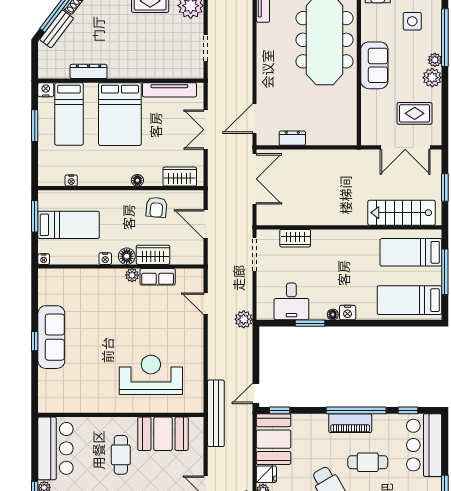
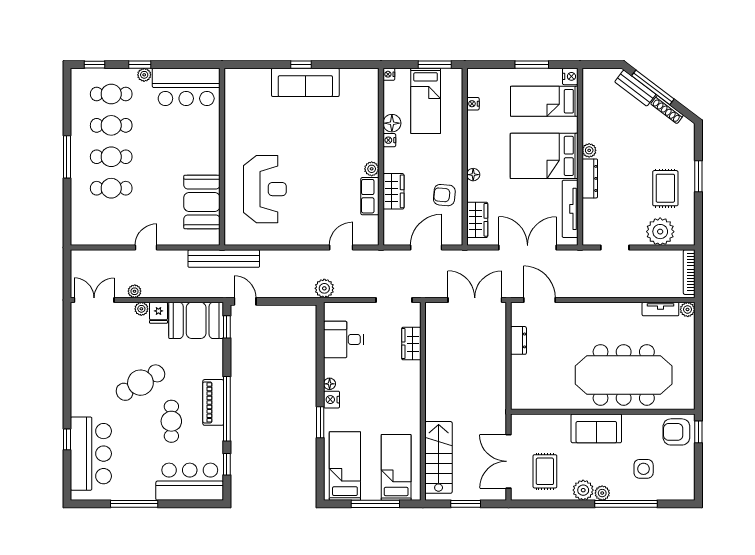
dresser: (89, 71) -> (590, 178), moved
plant: (115, 72) -> (589, 150), added
double door: (206, 130) -> (528, 248), width x1.37
double door: (254, 179) -> (475, 300), swing flipped
floor lamp: (127, 256) -> (392, 123), moved
window: (310, 323) -> (320, 422), moved
cafe table: (121, 455) -> (179, 157), removed

